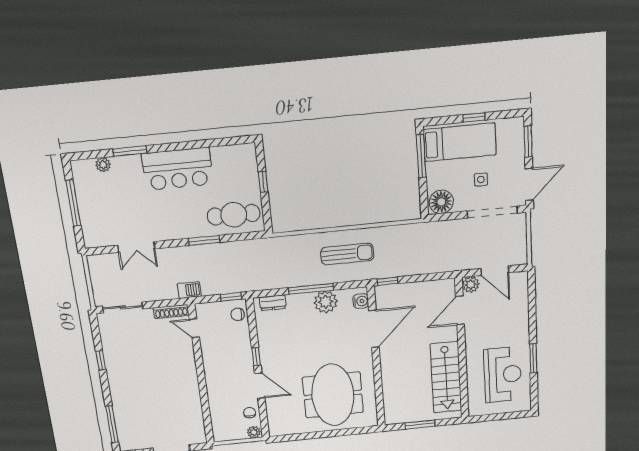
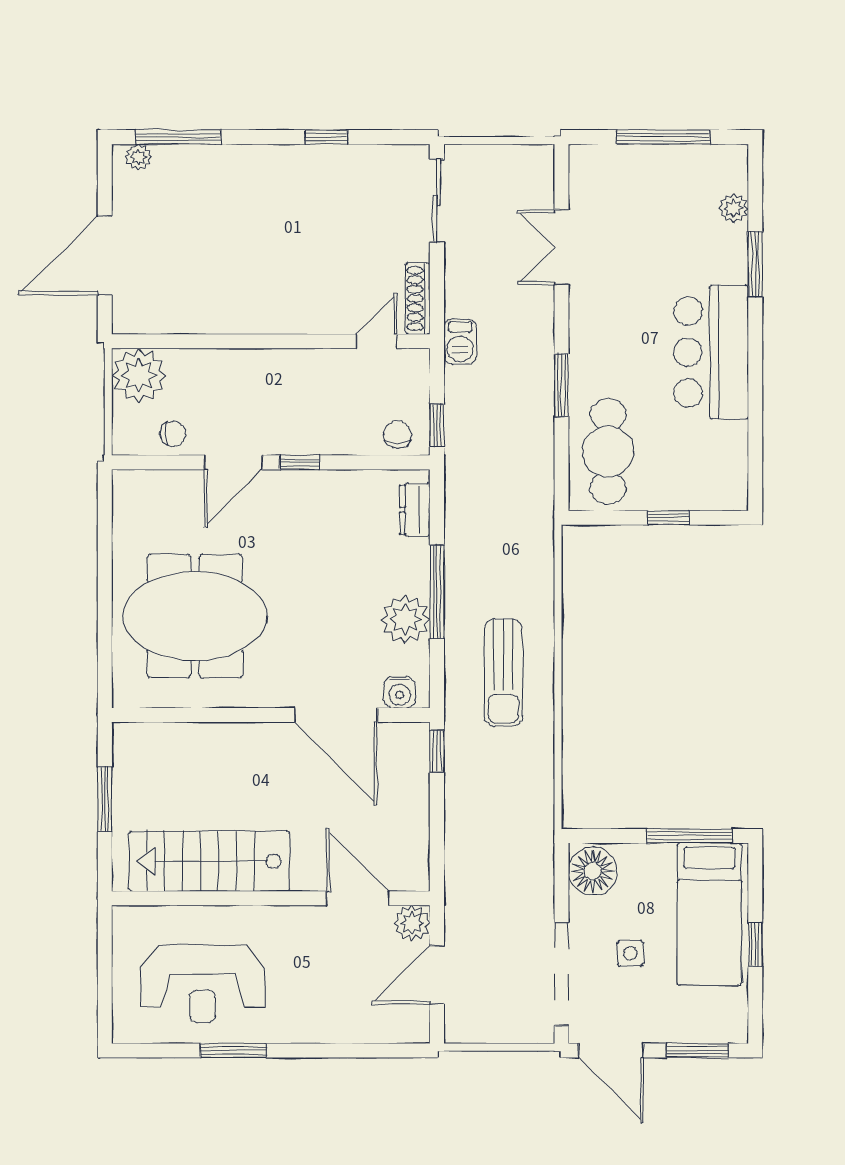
plant: (254, 432) -> (139, 375), moved, width x1.88, depth x1.88
plant: (124, 440) -> (138, 157), added

